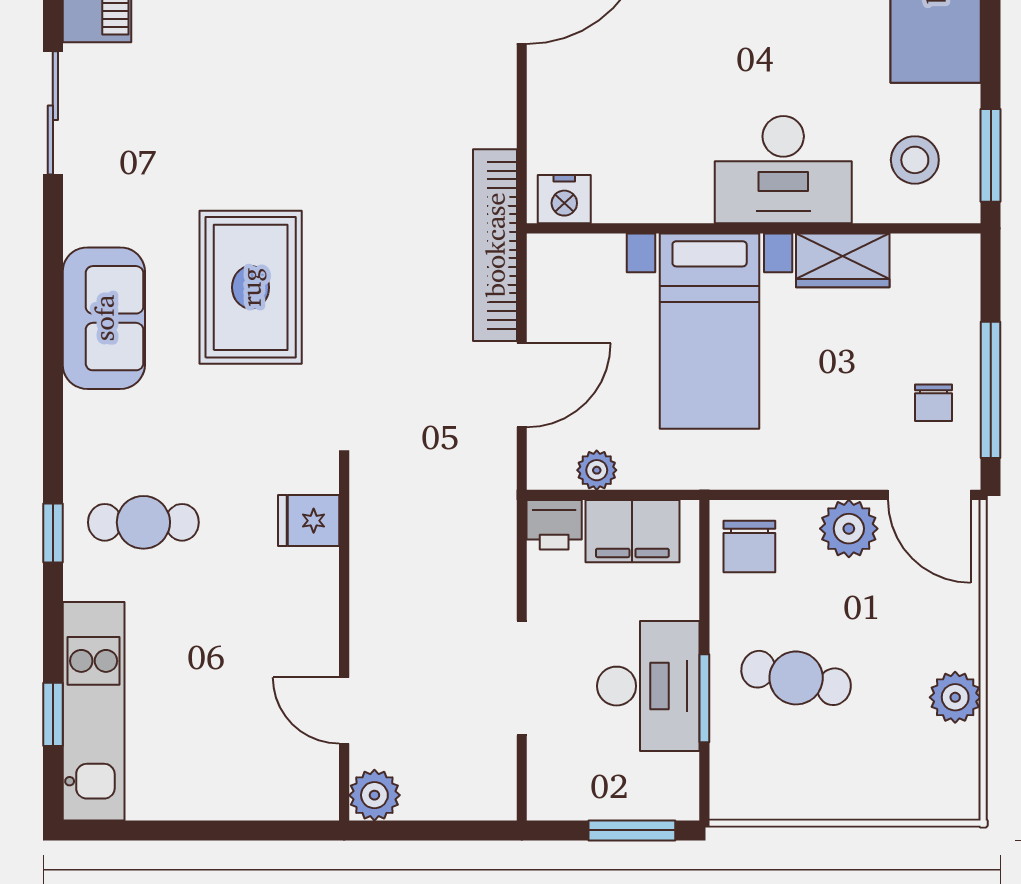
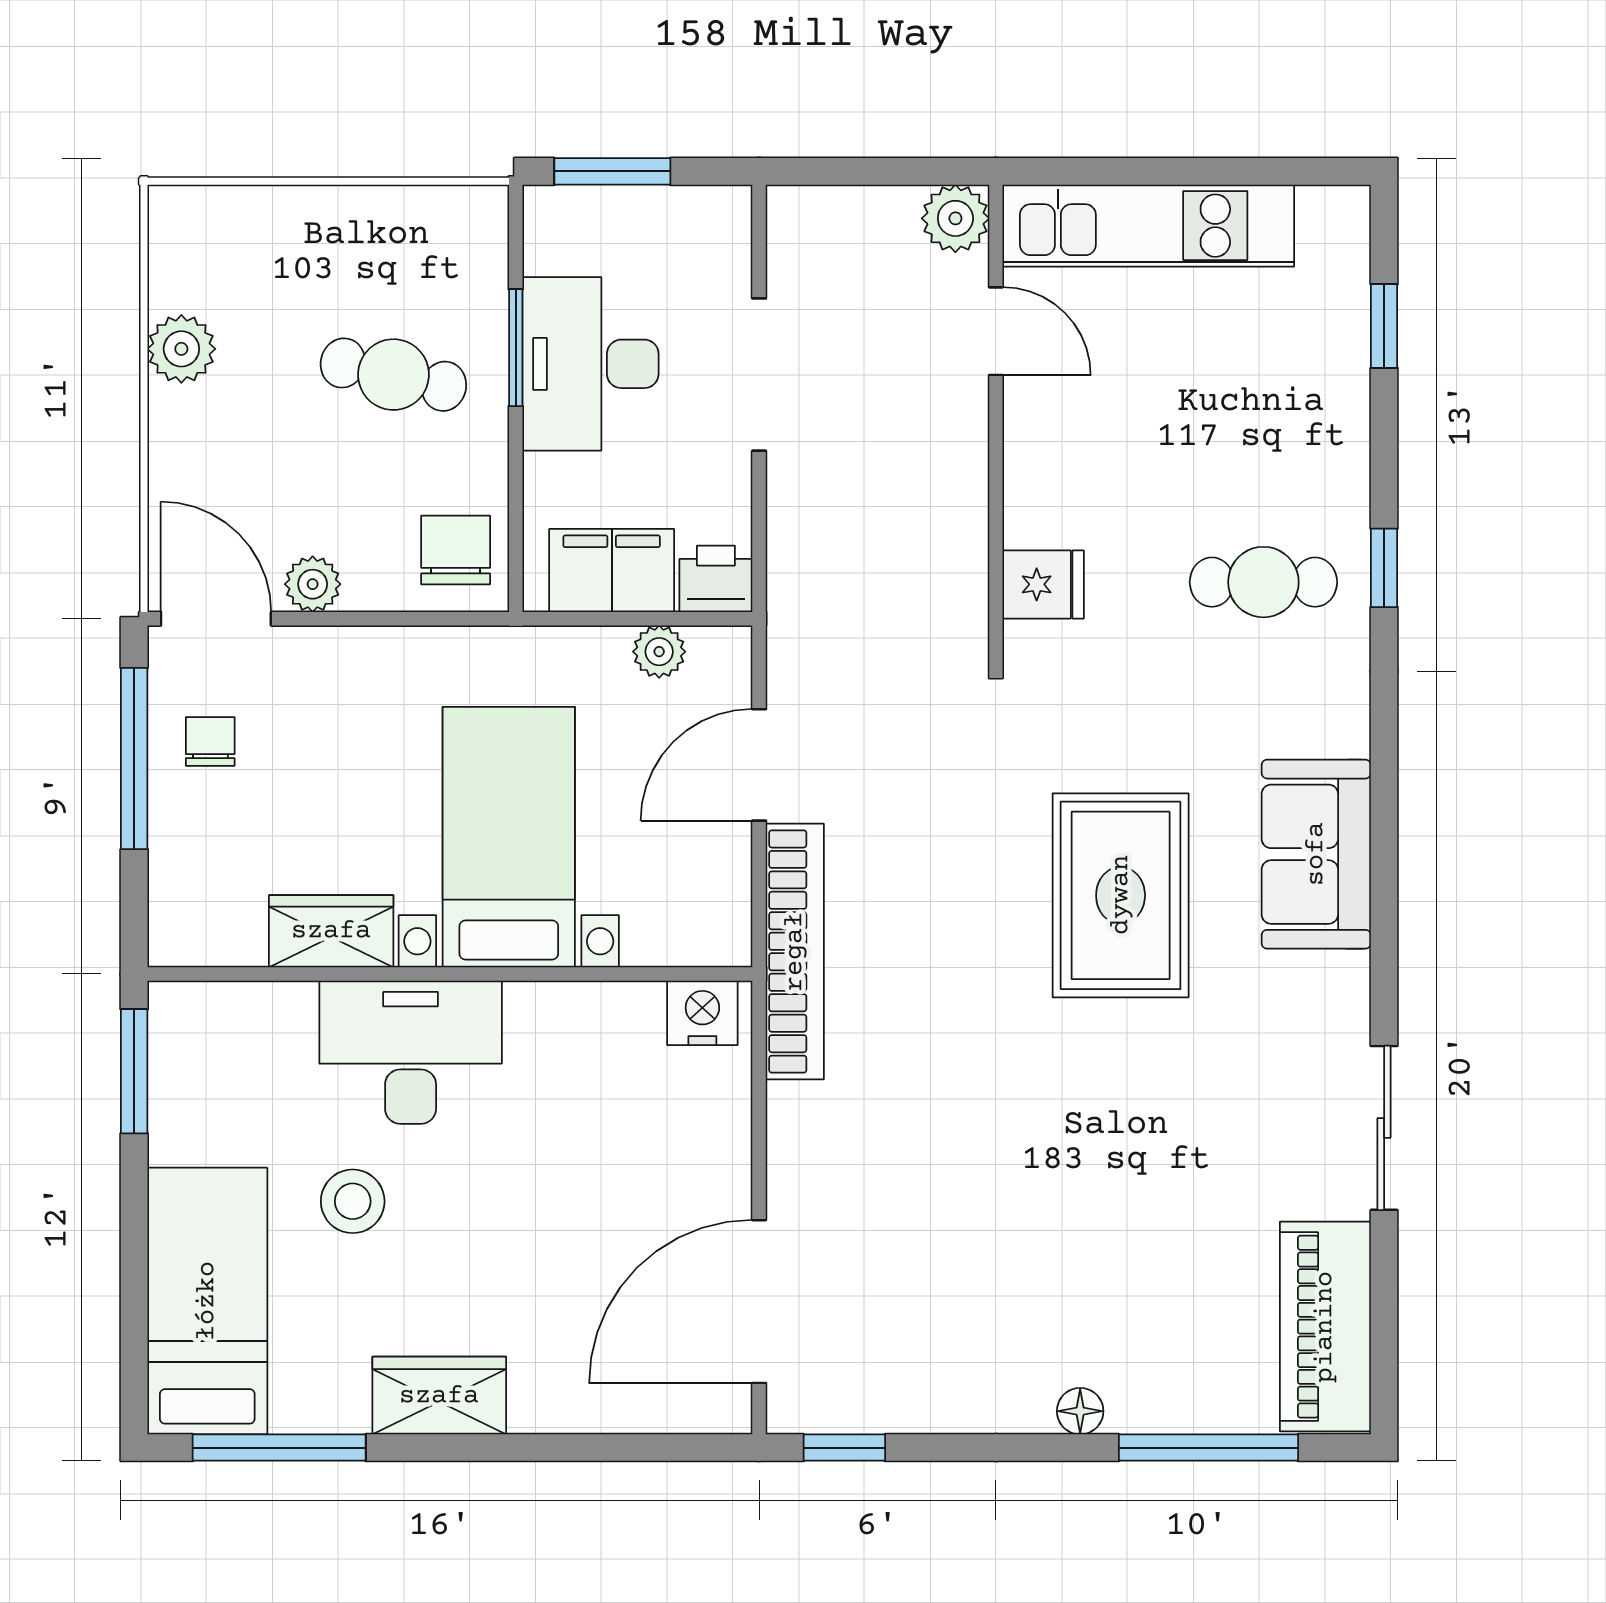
stool: (915, 160) -> (353, 1201), moved
plant: (849, 529) -> (313, 584), width x0.73, depth x0.73
kitchen unit: (94, 711) -> (1148, 226), moved, turned -90

